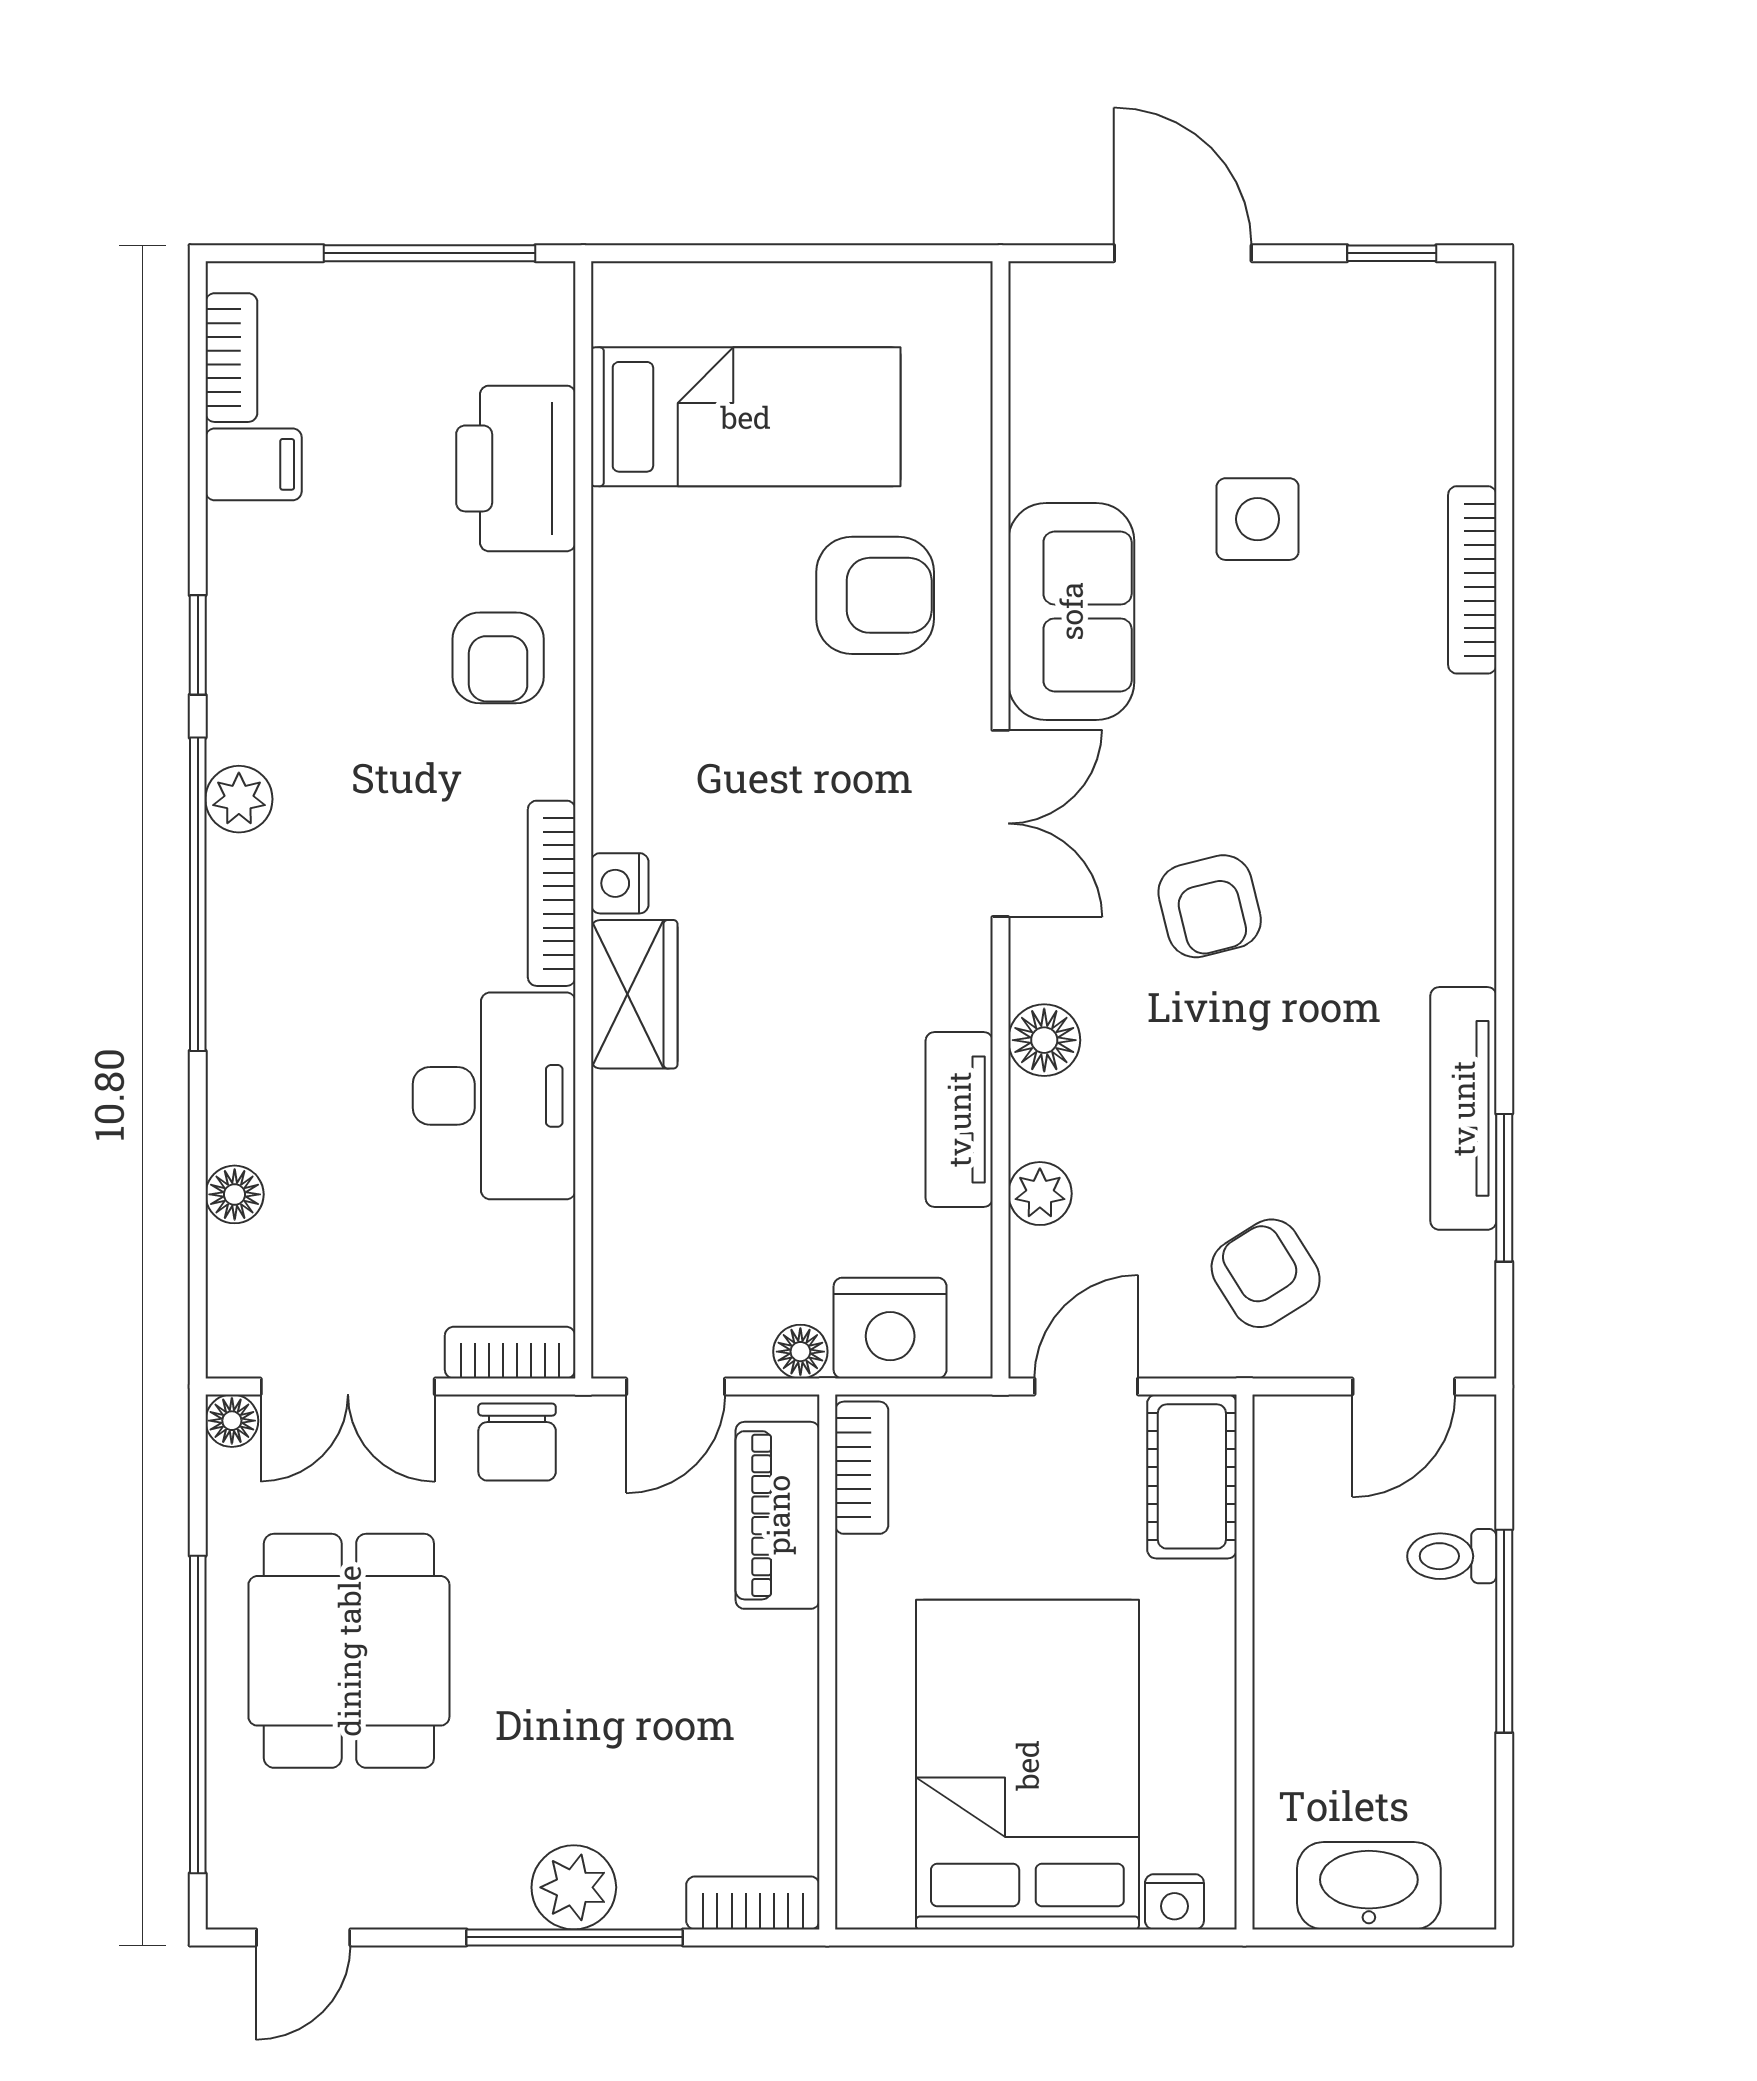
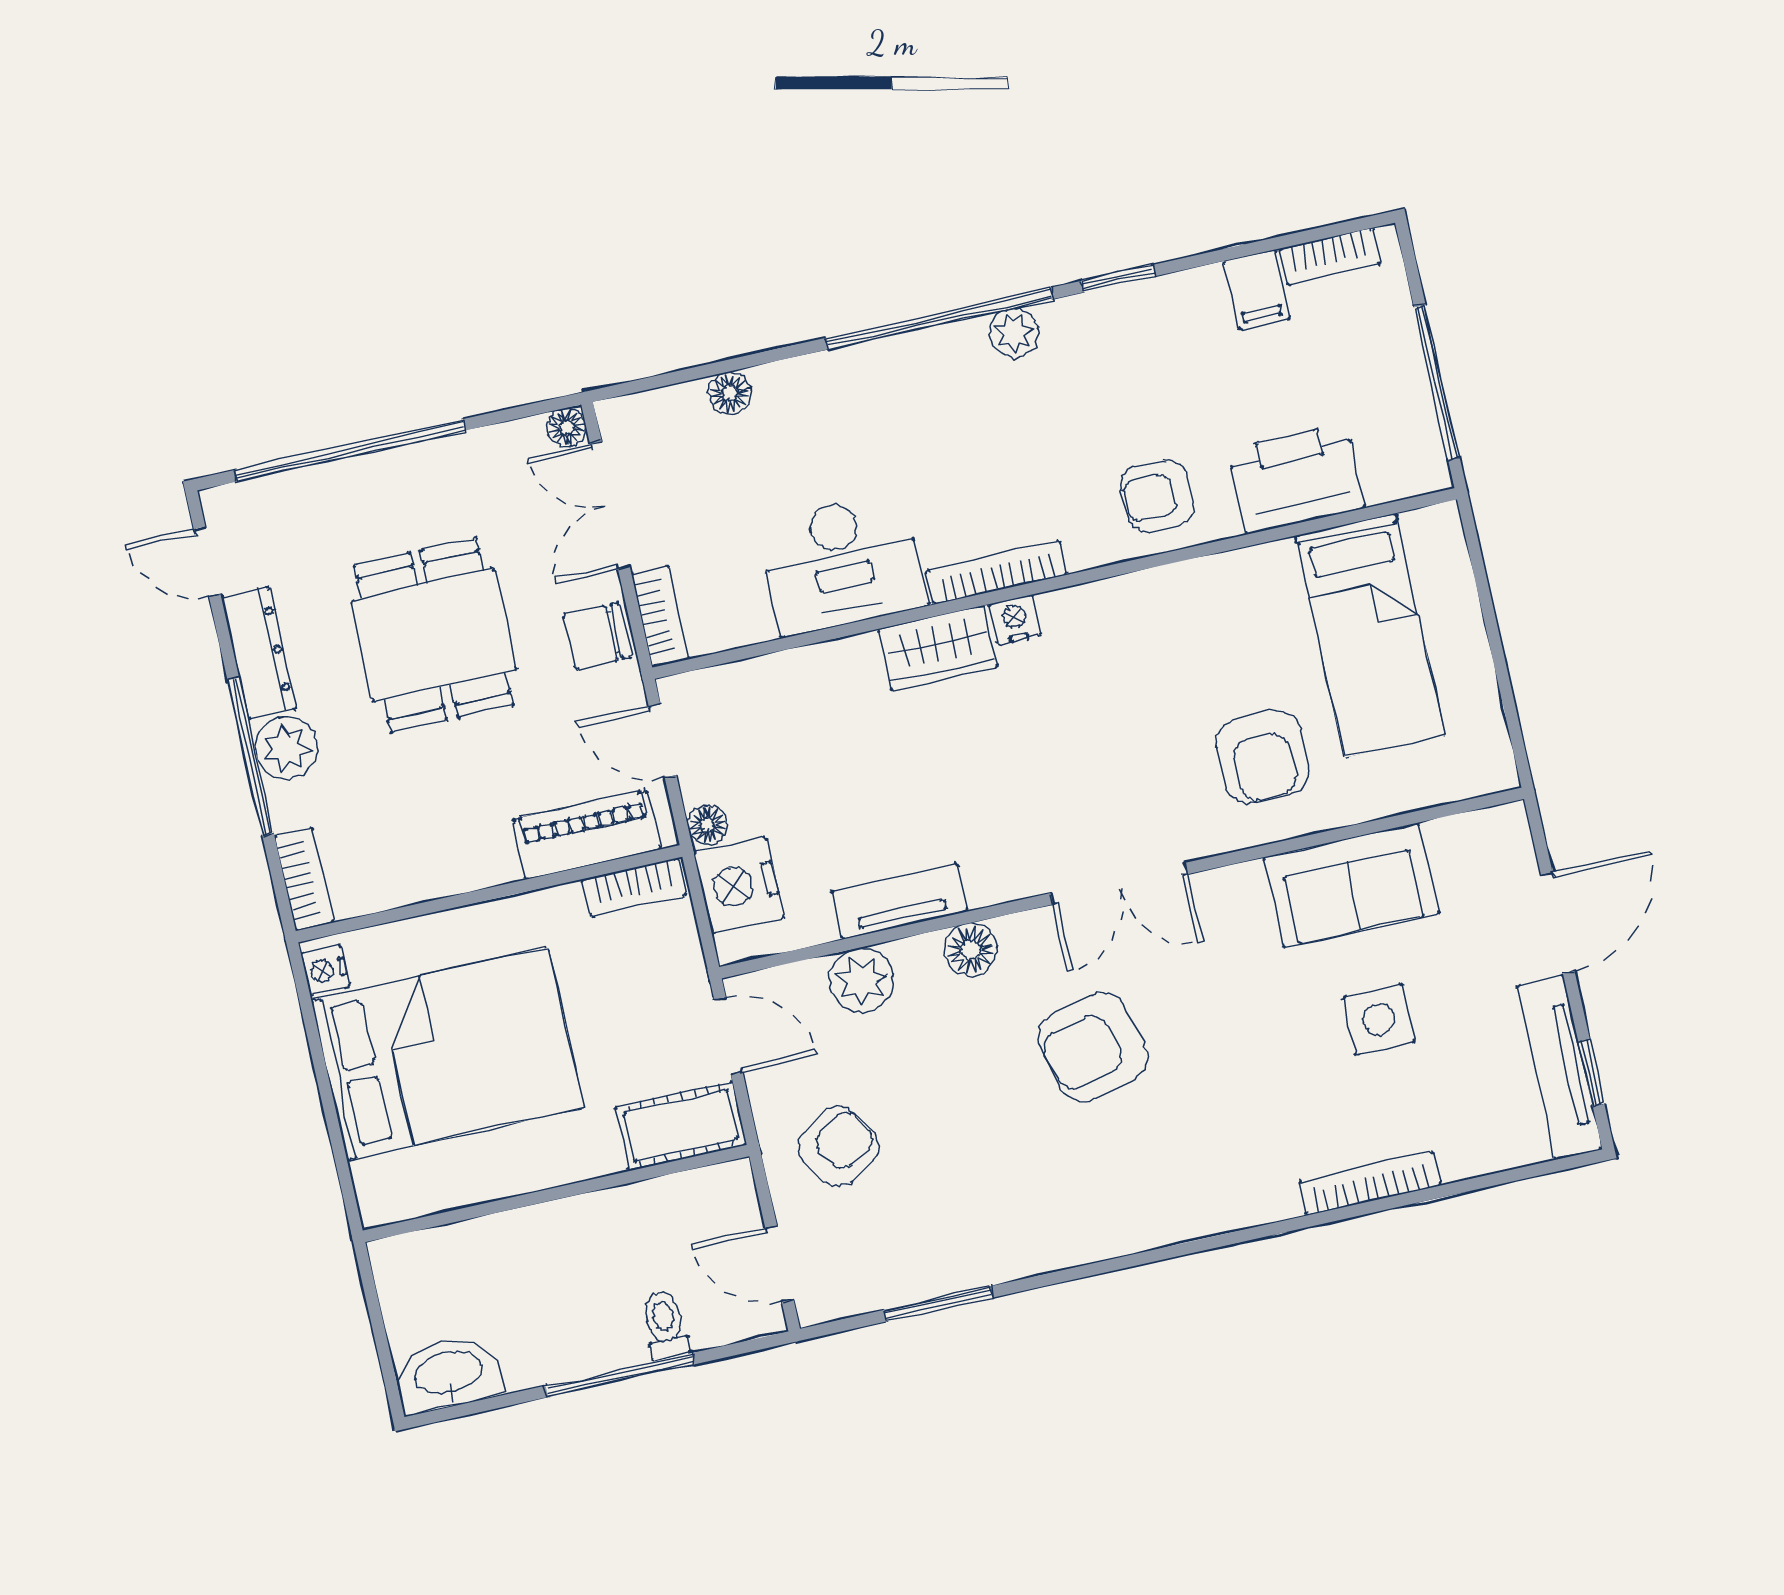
sofa: (1071, 611) -> (1351, 885), moved
armchair: (1210, 906) -> (1093, 1047), width x1.38, depth x1.38
tv unit: (1463, 1108) -> (1559, 1067), moved, turned -90
plant: (1040, 1194) -> (861, 980), width x1.38, depth x1.38
dining table: (349, 1651) -> (434, 635), moved, turned 90
washbasin: (1369, 1886) -> (449, 1374), moved, turned -90
dresser: (440, 1896) -> (259, 653), added
nightstand: (1174, 1902) -> (325, 970), moved

